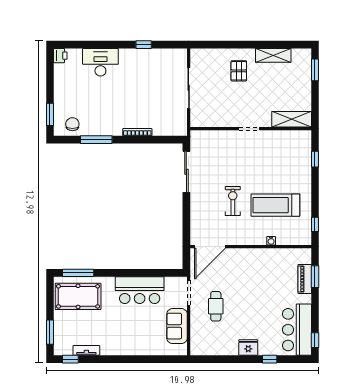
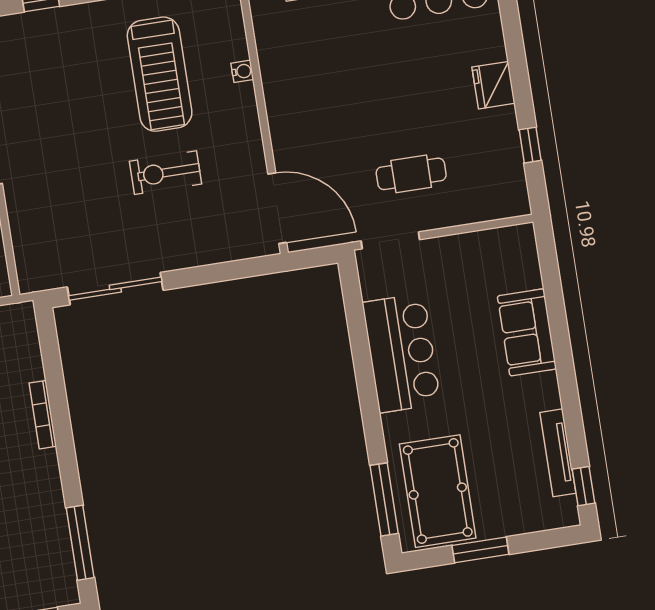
chair: (72, 124) -> (48, 565), removed
window: (96, 140) -> (80, 543), moved
sofa: (177, 326) -> (527, 332), moved, turned 90
window: (50, 332) -> (480, 550), moved
tv unit: (86, 350) -> (558, 453), width x1.41
window: (270, 359) -> (530, 145), moved

